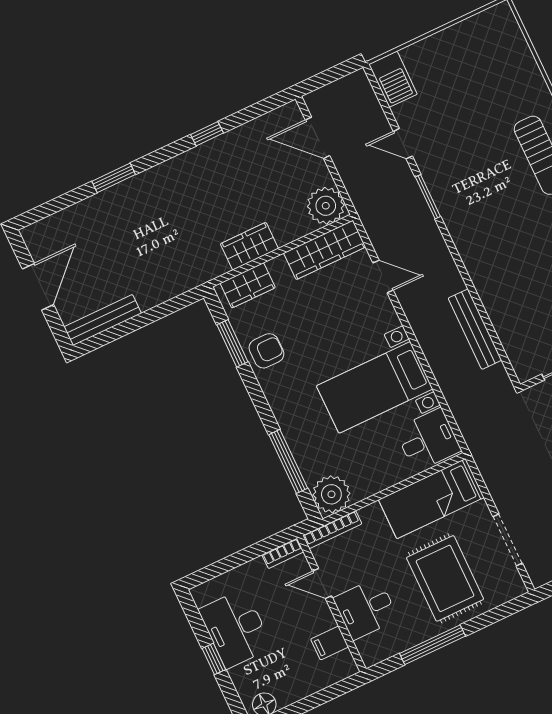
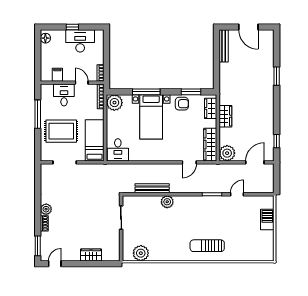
barbecue: (393, 79) -> (267, 220), moved, turned 90
window: (207, 134) -> (277, 141), moved
plant: (488, 284) -> (167, 202), added
armchair: (266, 351) -> (182, 104), turned -90
bed with nightstands: (375, 387) -> (151, 117), moved, turned 180
window: (288, 461) -> (146, 92), moved
door: (322, 584) -> (82, 83), hinge flipped

